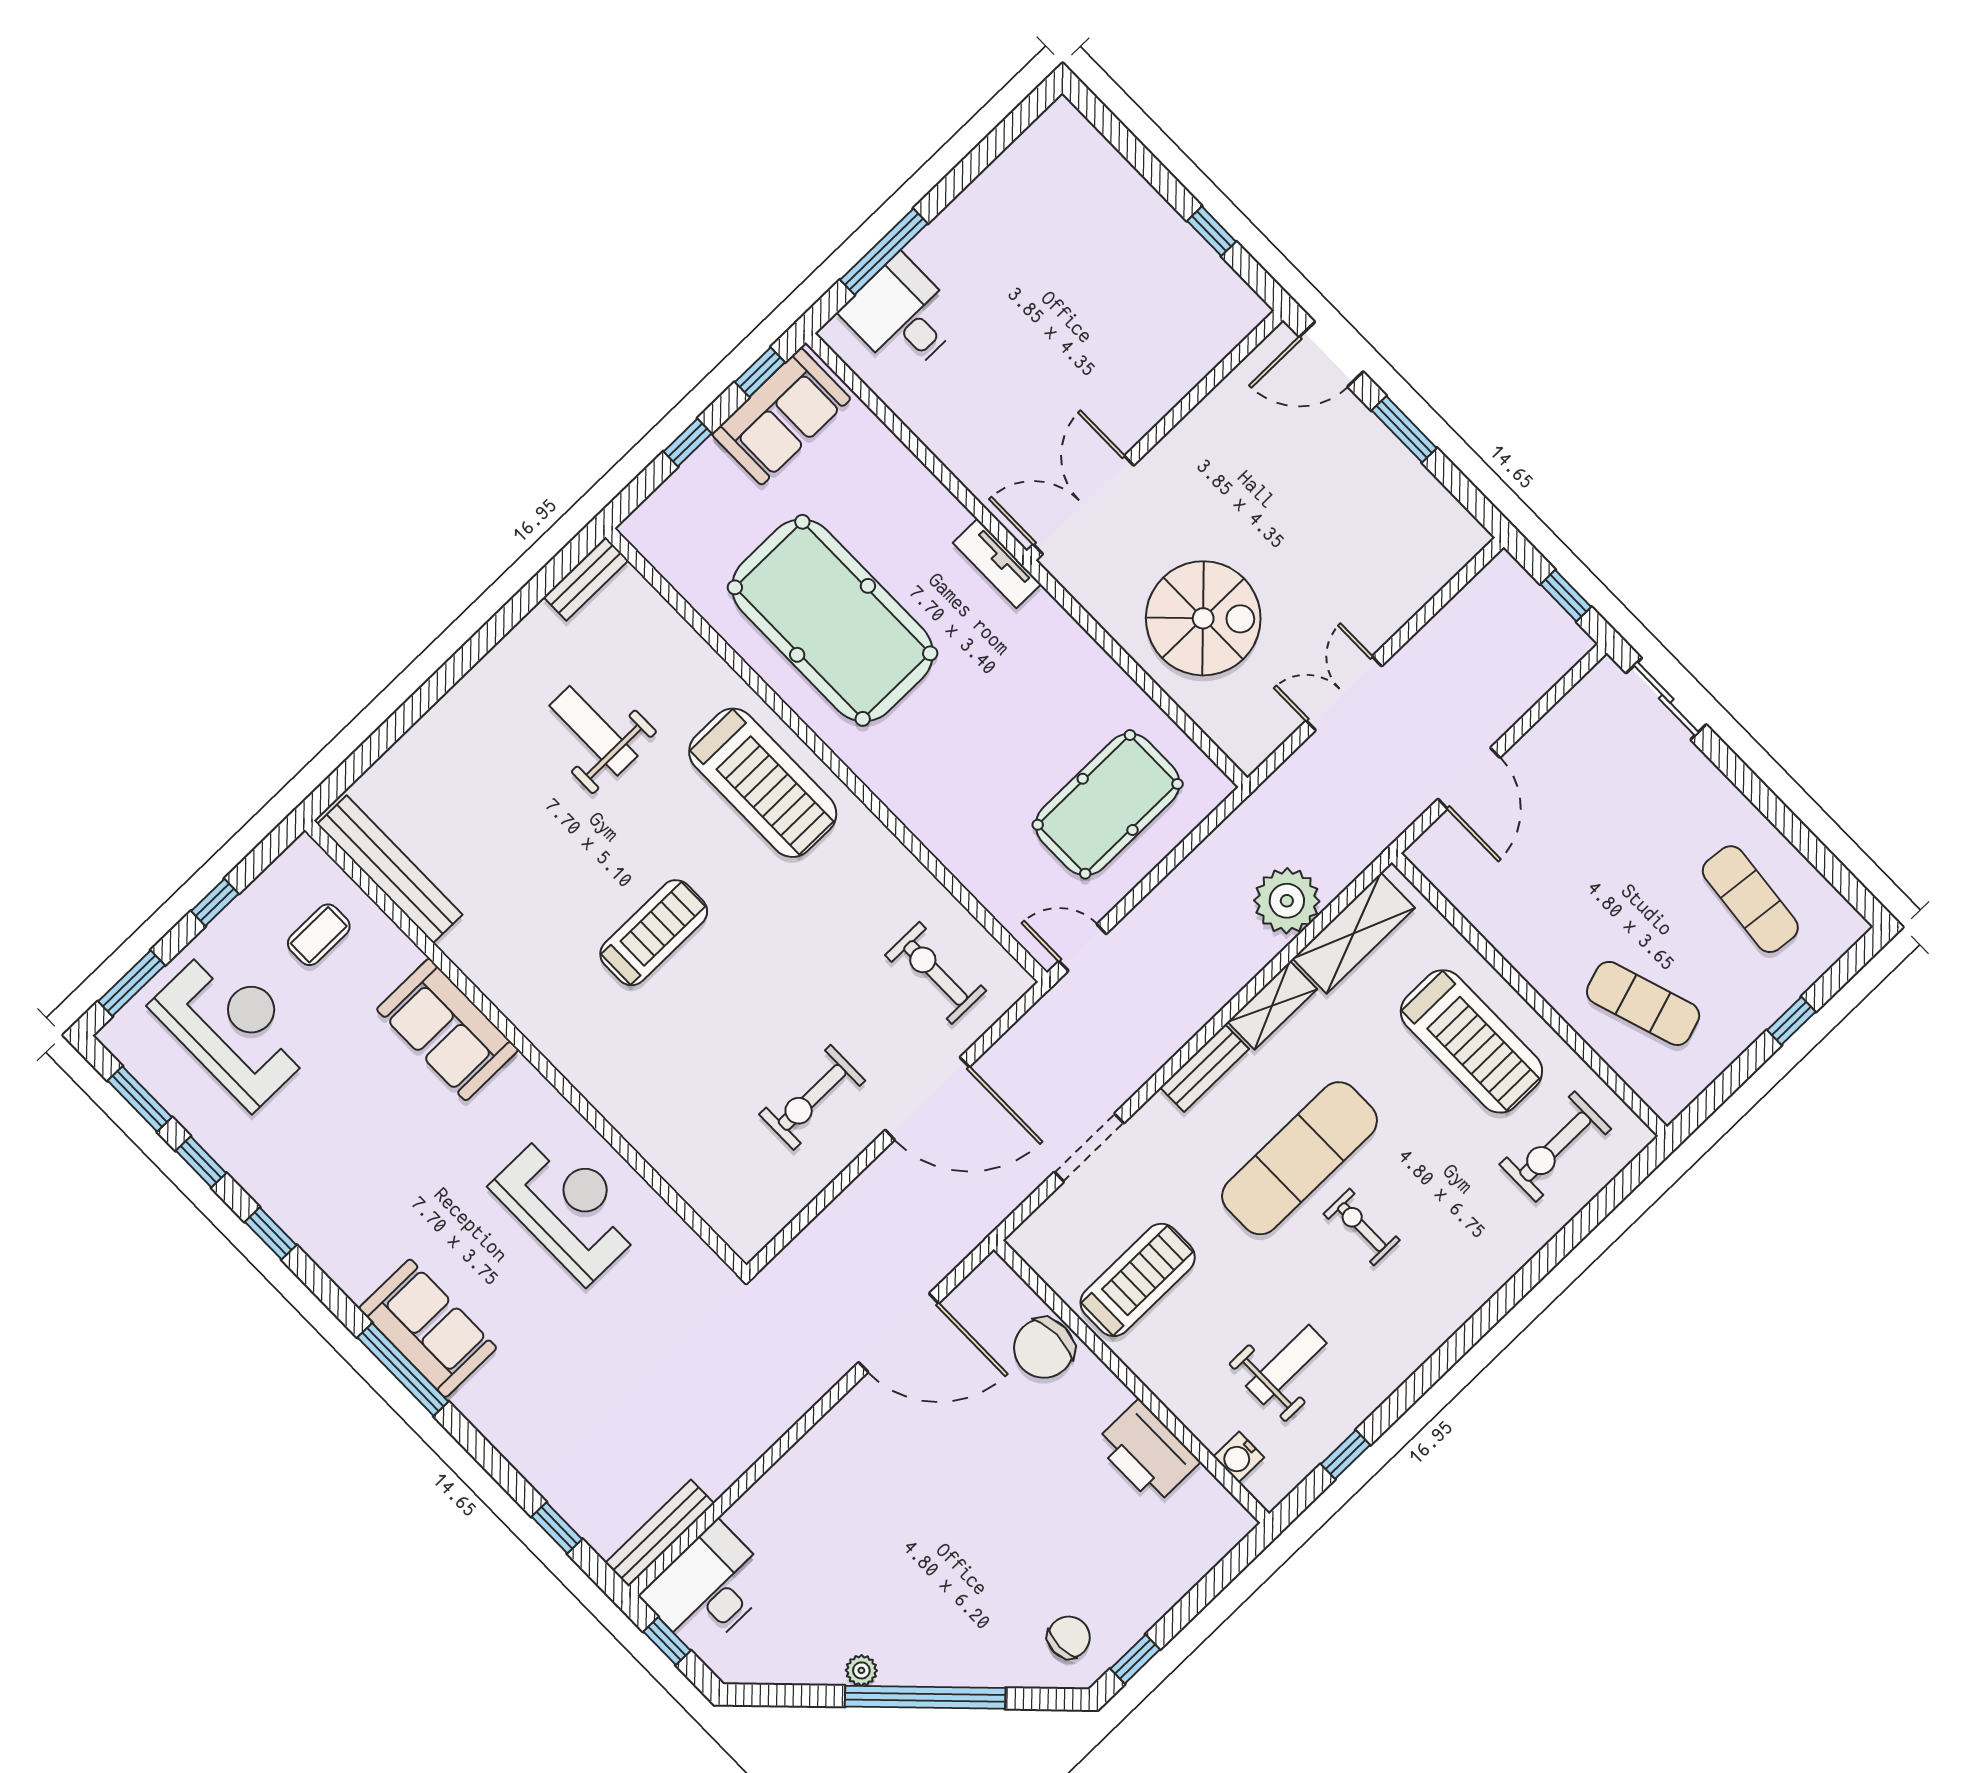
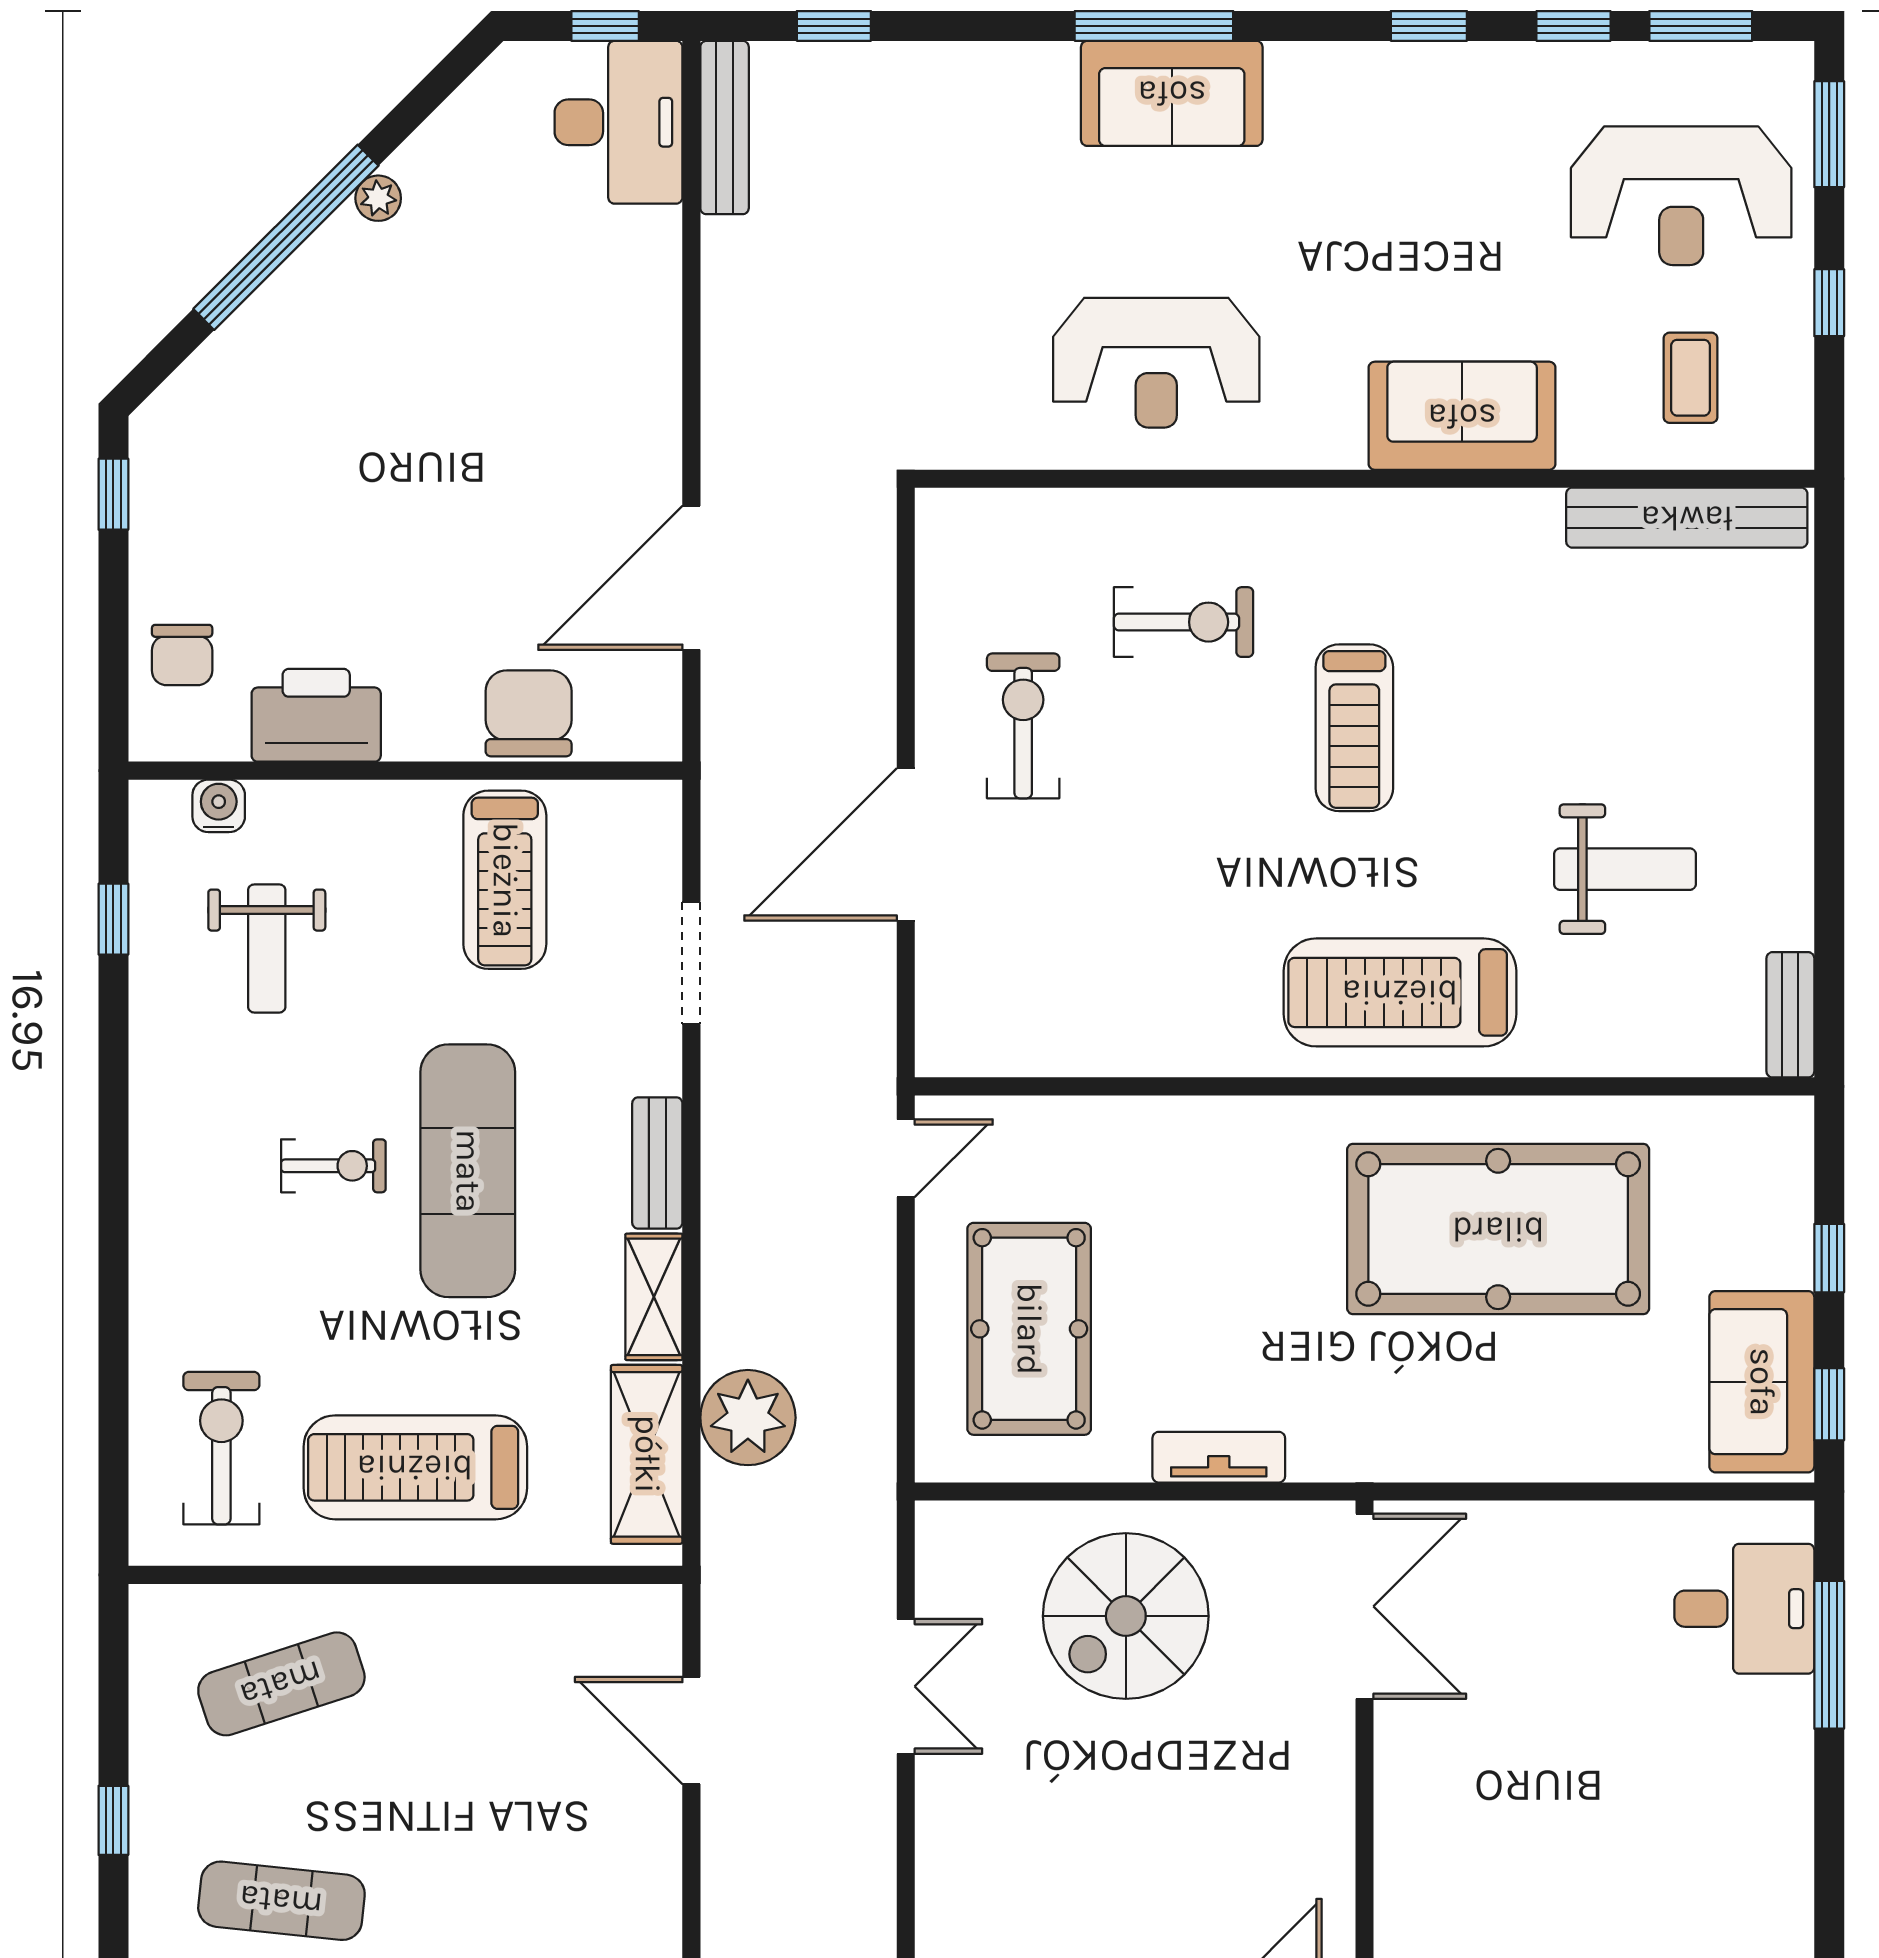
tv unit: (997, 563) -> (1219, 1457), moved
exercise bike: (936, 973) -> (1183, 622), moved
chair: (1069, 1637) -> (182, 655), moved

